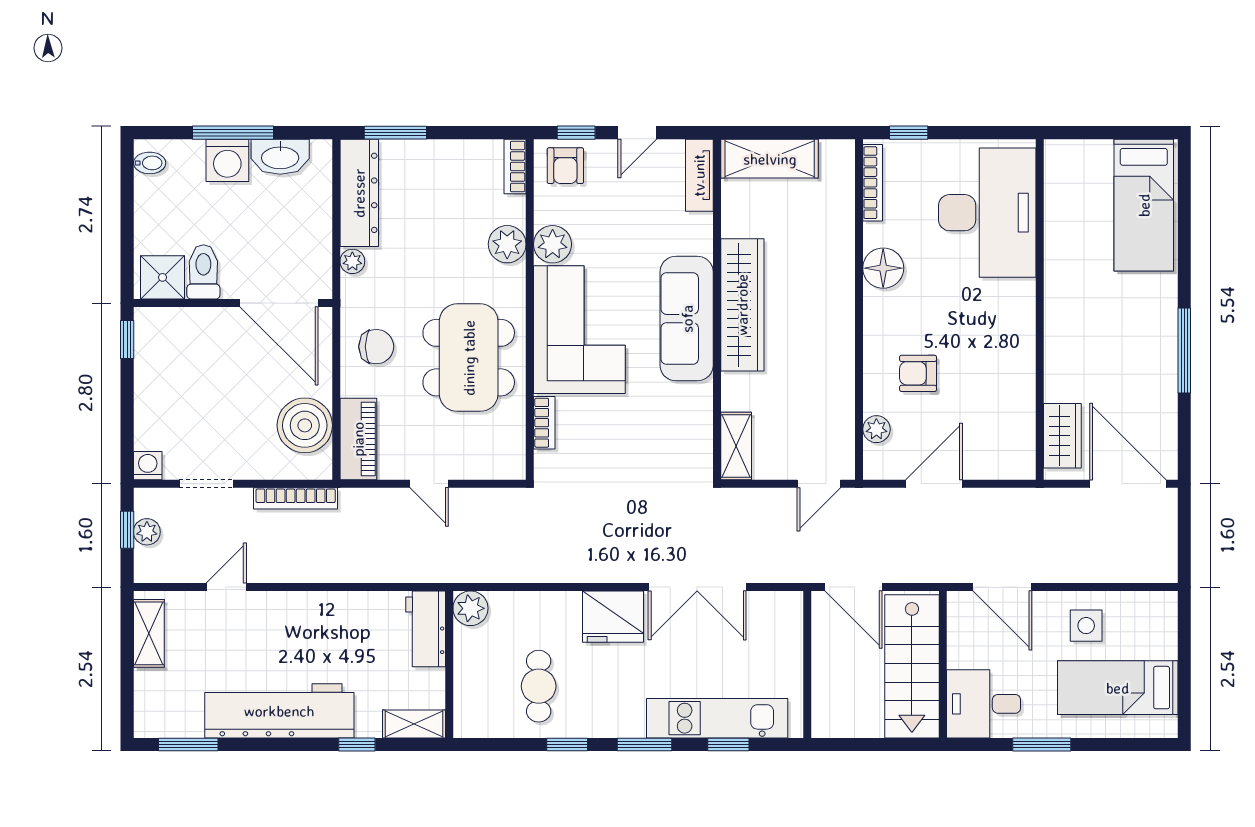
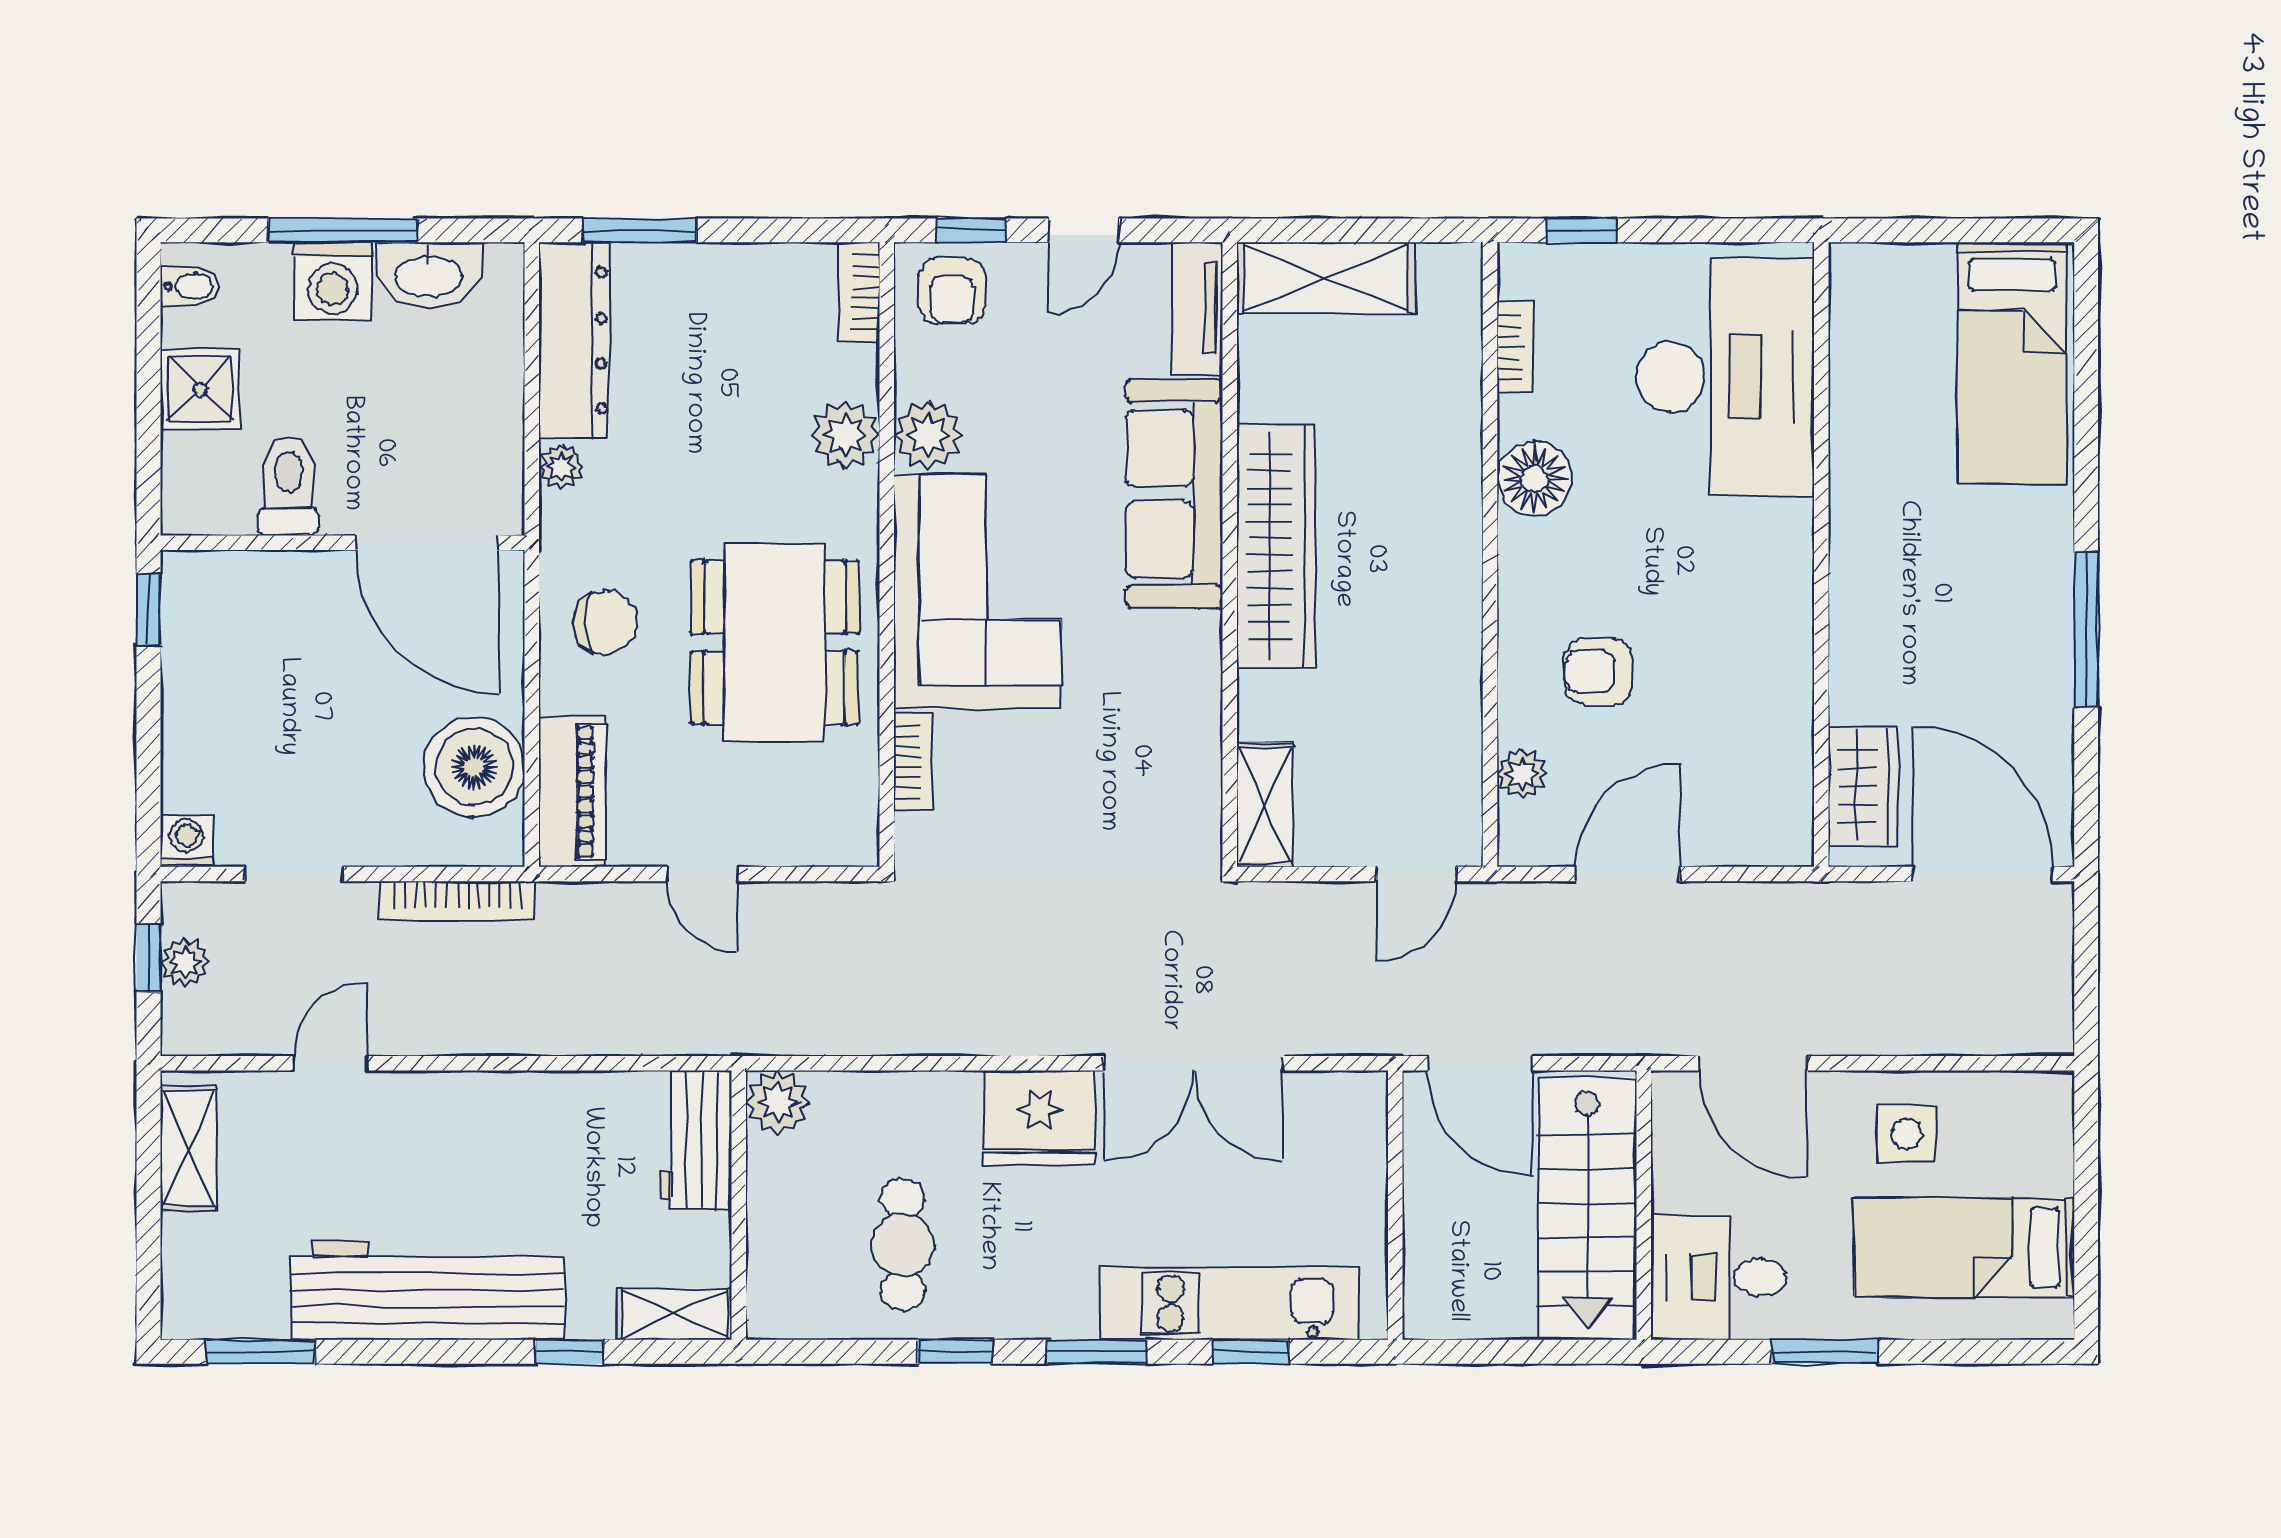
bookcase: (873, 183) -> (1515, 347), width x0.64
shower: (162, 277) -> (200, 389), moved
sofa: (687, 319) -> (1174, 494), moved

